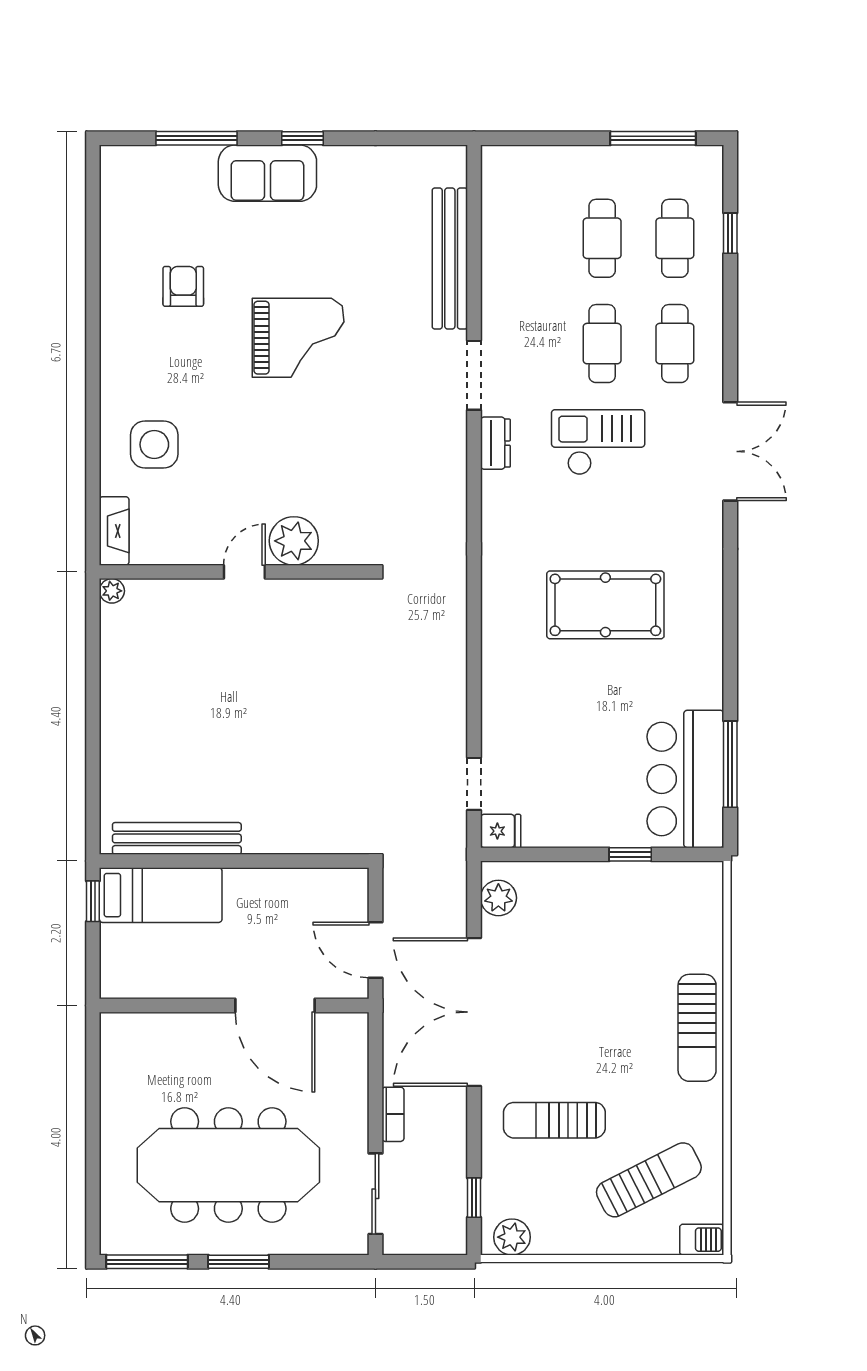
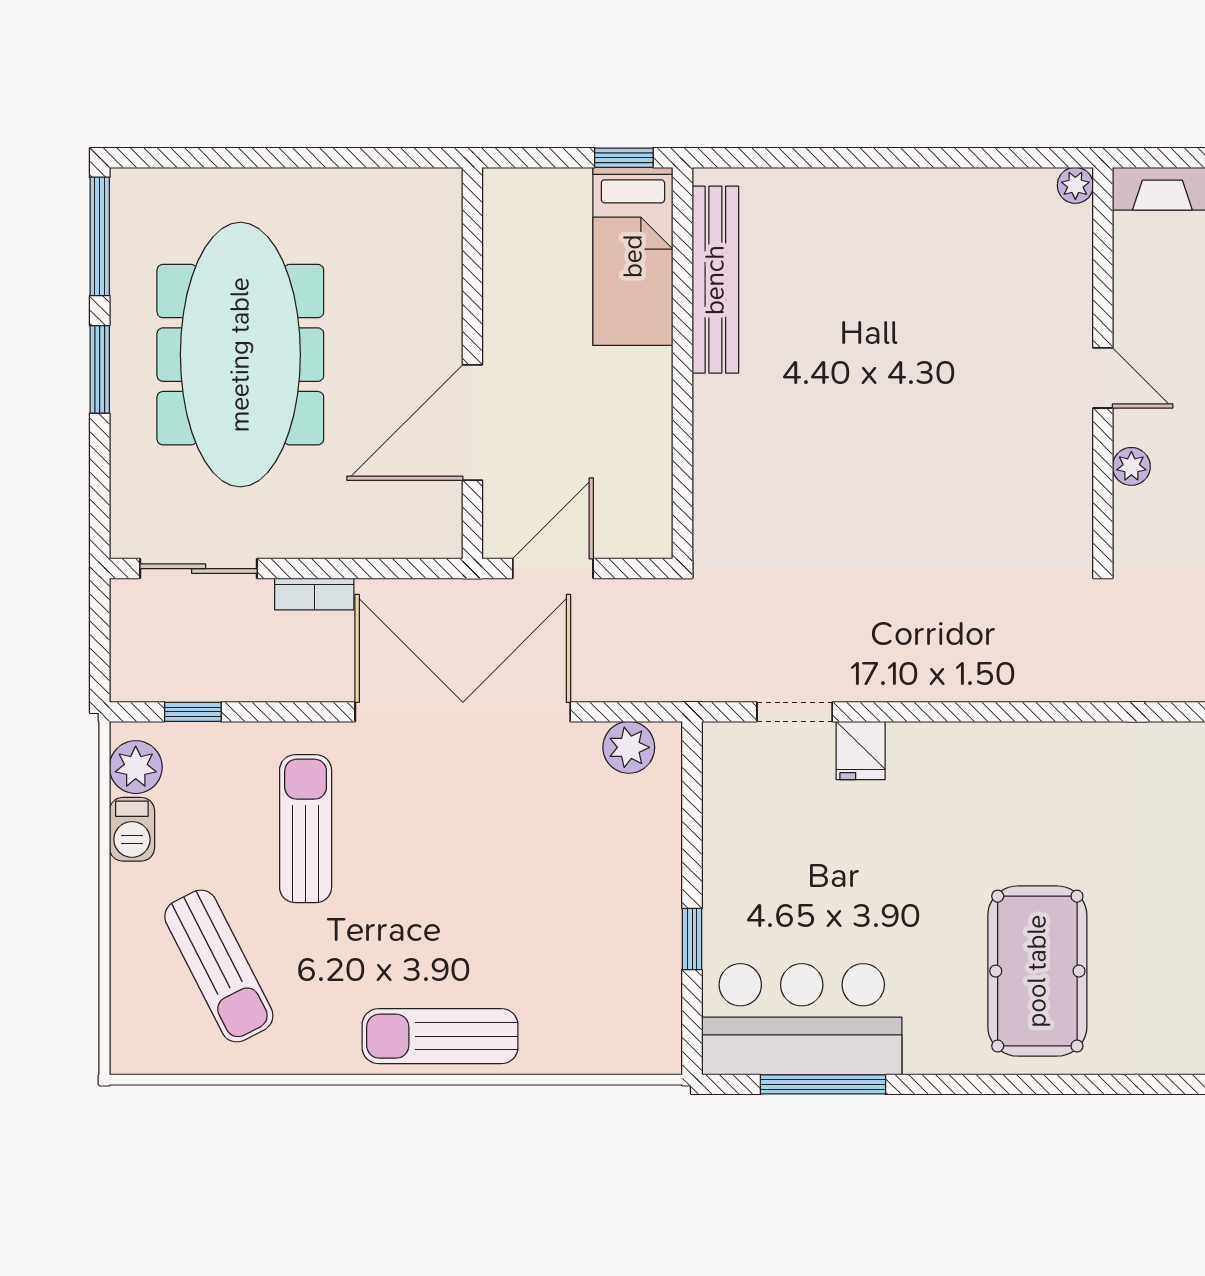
plant: (294, 541) -> (1131, 466), width x0.53, depth x0.53
pool table: (605, 605) -> (1037, 971), moved
fridge: (501, 831) -> (861, 751), moved
barbecue: (702, 1240) -> (132, 829), moved

